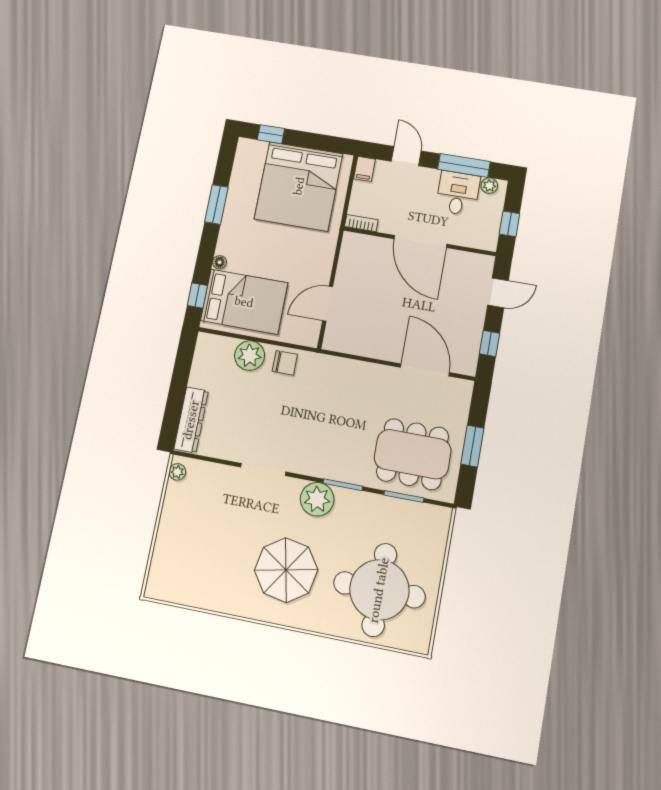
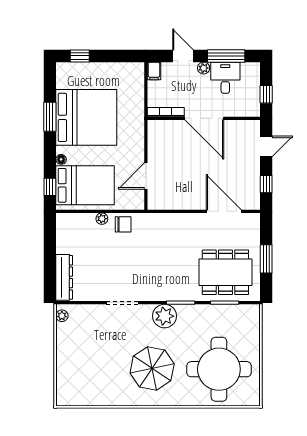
bed: (299, 186) -> (86, 117), moved, turned -90
plant: (489, 186) -> (204, 68), moved
bookcase: (361, 223) -> (166, 112), width x1.56
plant: (250, 356) -> (102, 219), width x0.53, depth x0.53

